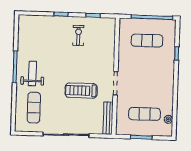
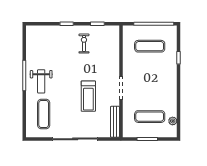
weight bench: (32, 73) -> (41, 81), turned 180
treadmill: (81, 91) -> (88, 96), turned -90

